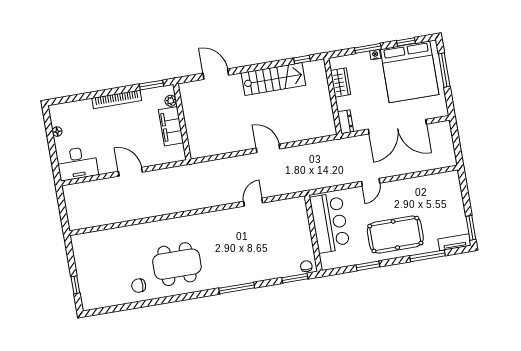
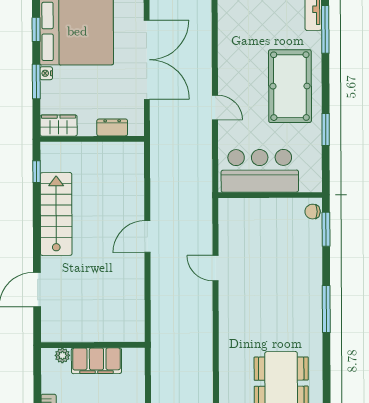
wardrobe: (341, 82) -> (59, 126), moved
window: (151, 85) -> (37, 378), removed
dresser: (346, 122) -> (112, 127), moved
window: (427, 256) -> (325, 29), moved

